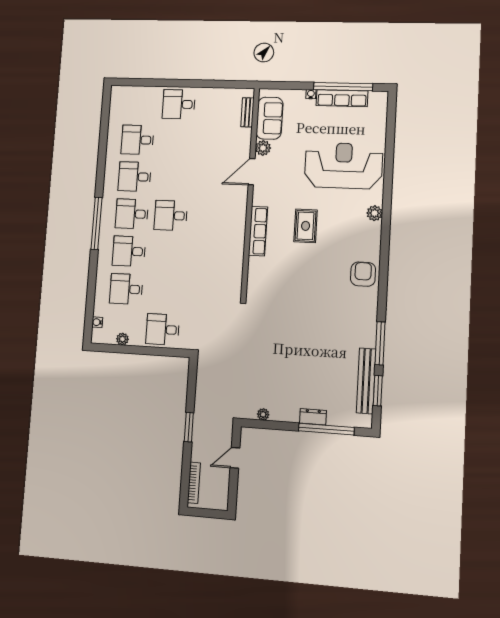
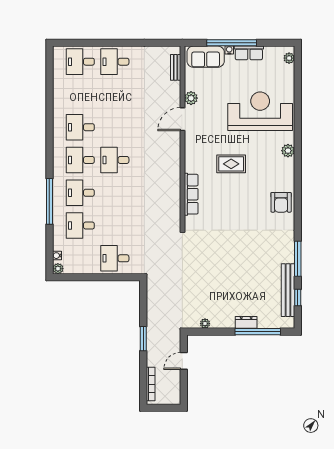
window: (343, 87) -> (232, 43), moved
row of seats: (342, 98) -> (249, 53), width x0.68
plant: (381, 105) -> (289, 58), added
sofa: (270, 118) -> (206, 57), moved, turned 90
desk: (137, 140) -> (80, 62), moved
window: (97, 223) -> (49, 201), moved
rug: (306, 226) -> (231, 164), turned 90
row of seats: (258, 231) -> (191, 194), moved
armchair: (363, 274) -> (281, 202), turned 180
plant: (122, 339) -> (58, 269), moved
window: (378, 391) -> (298, 297), width x0.67

